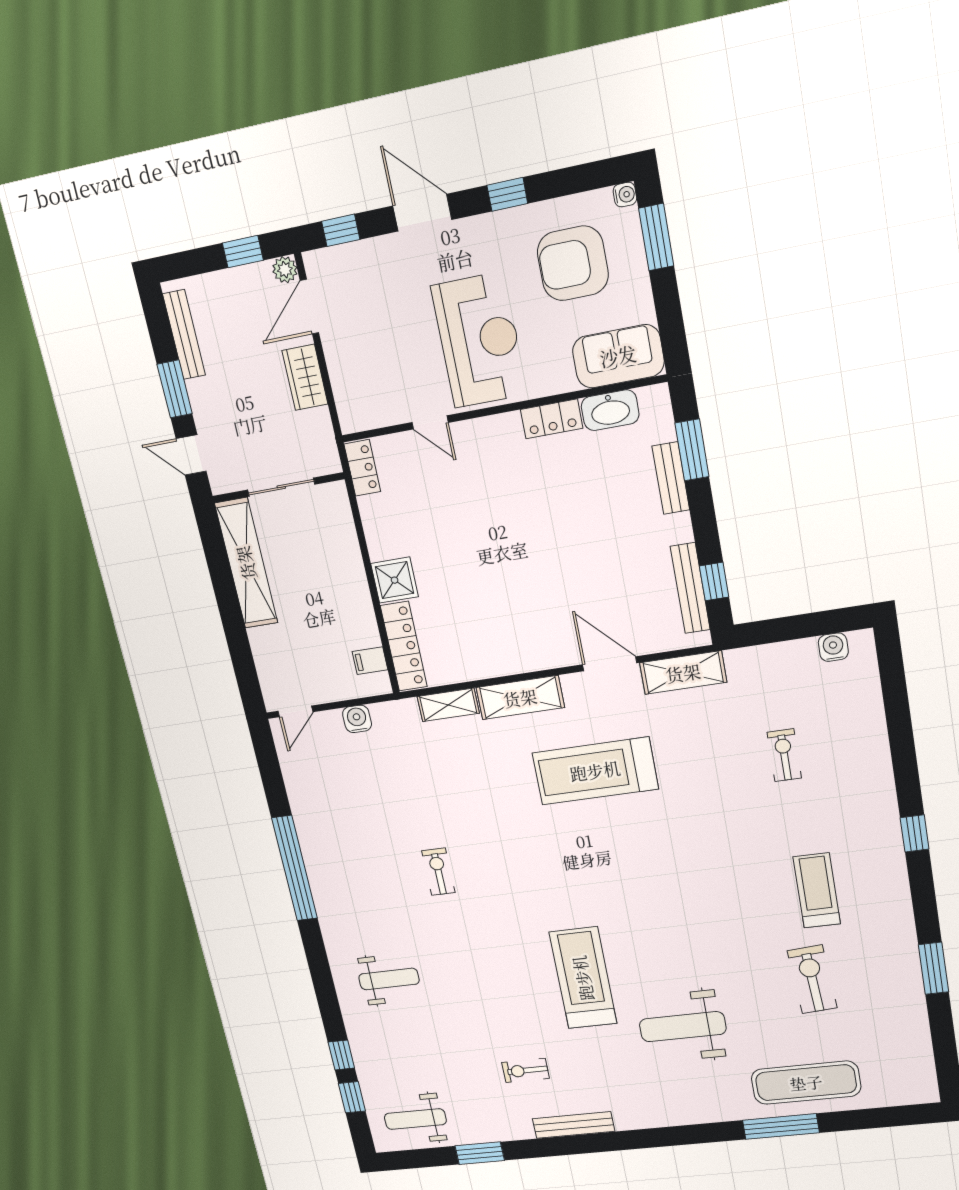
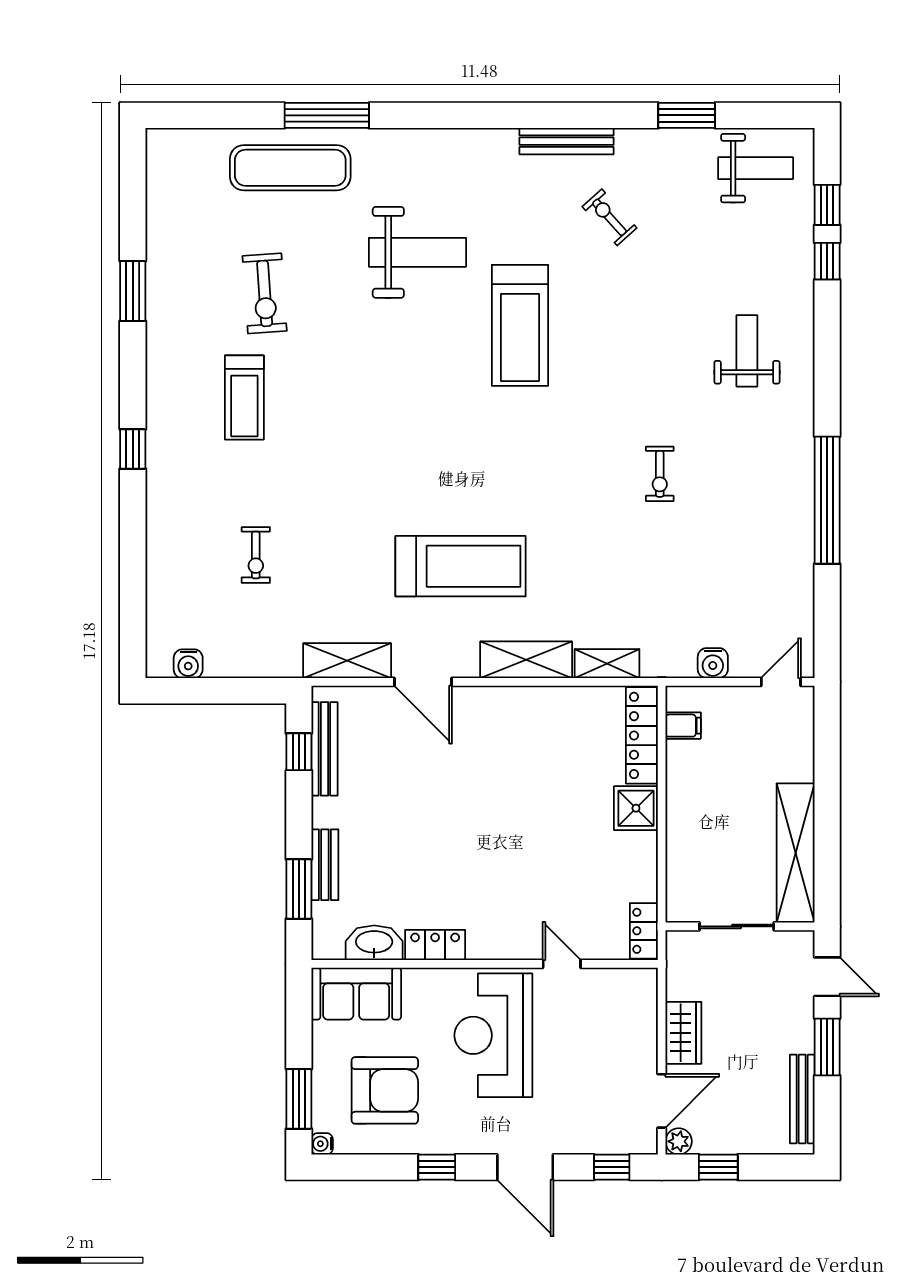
weight bench: (389, 979) -> (747, 351), turned 90
exercise bike: (525, 1070) -> (609, 217), turned -132

